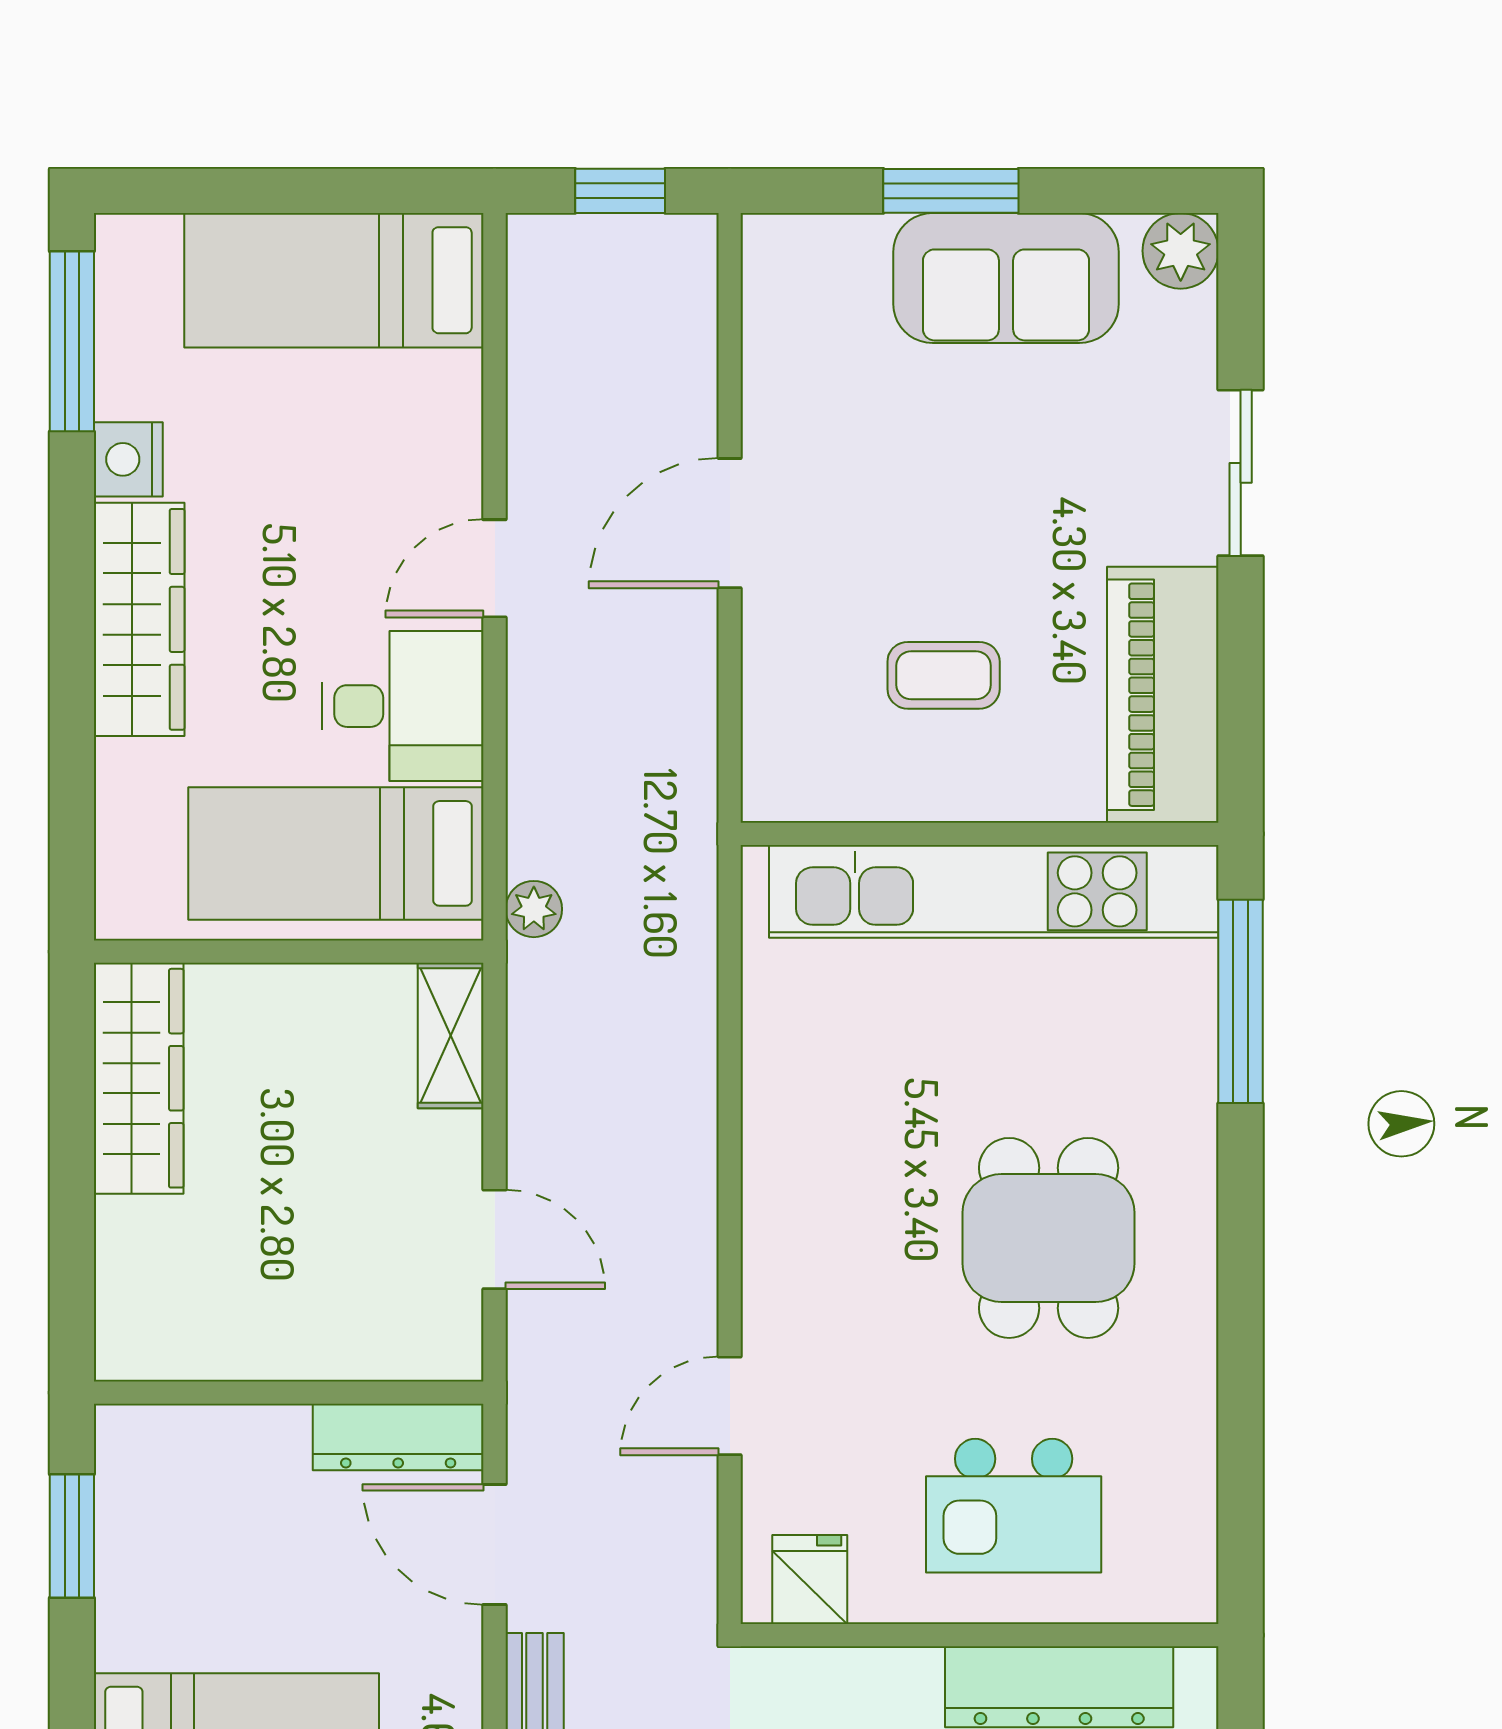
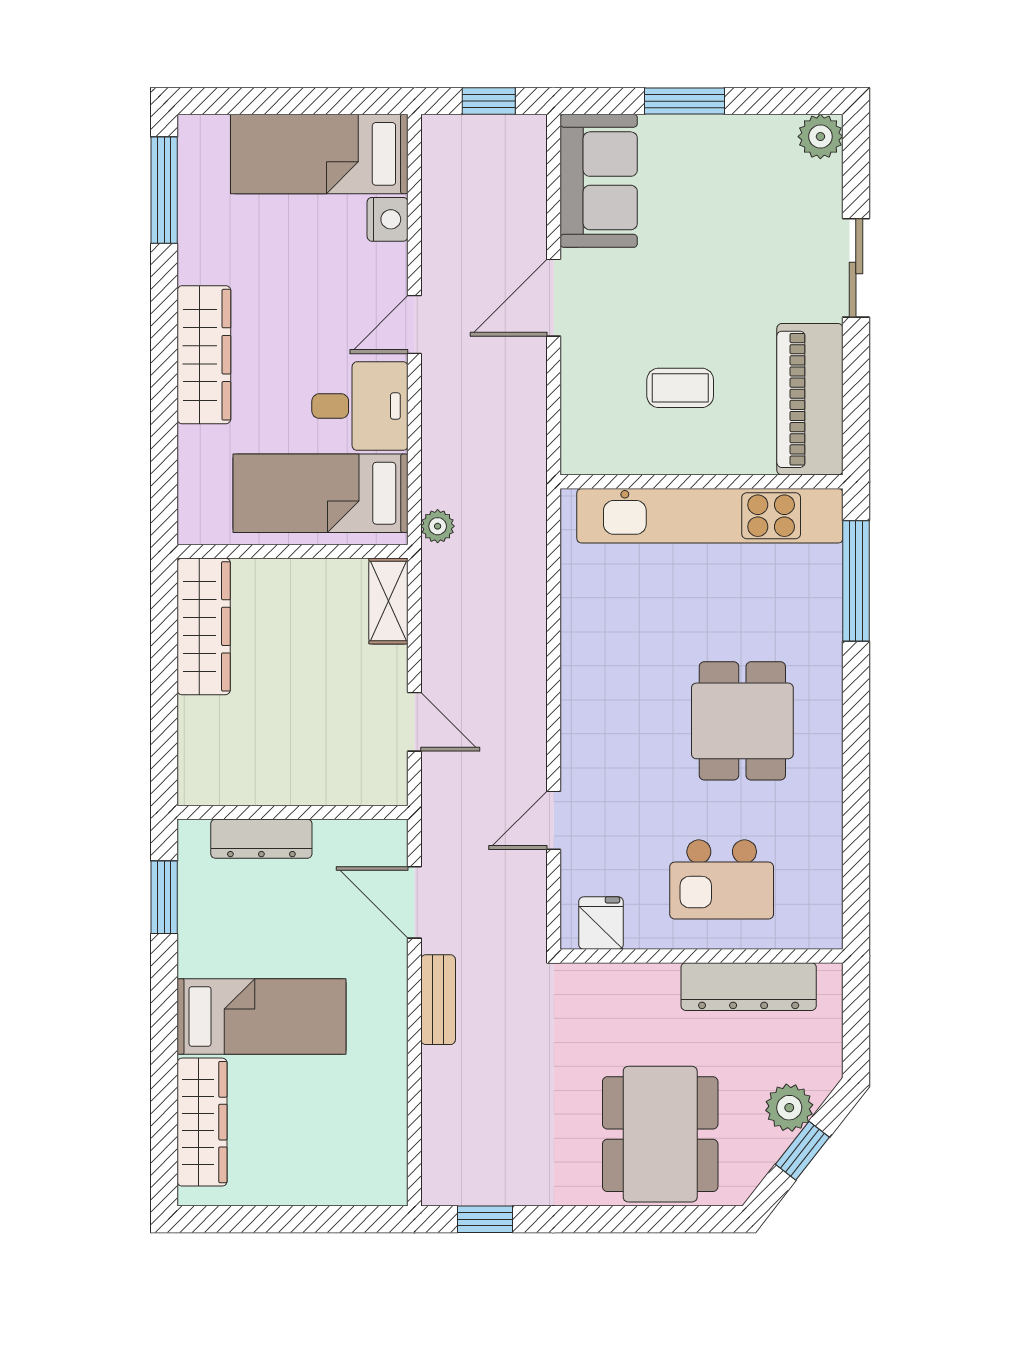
sofa: (1006, 278) -> (599, 181), moved, turned -90
nightstand: (128, 459) -> (388, 219), moved, turned 180
dresser: (398, 1437) -> (261, 839), moved

